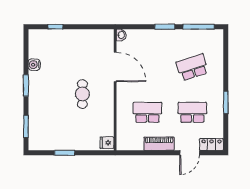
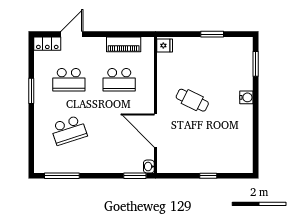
window: (55, 27) -> (208, 176), moved
window: (165, 27) -> (135, 176), moved
water cooler: (34, 65) -> (246, 97), moved
window: (26, 86) -> (256, 110), removed
cafe table: (82, 94) -> (192, 100), turned -64
piano: (159, 144) -> (124, 44), moved

